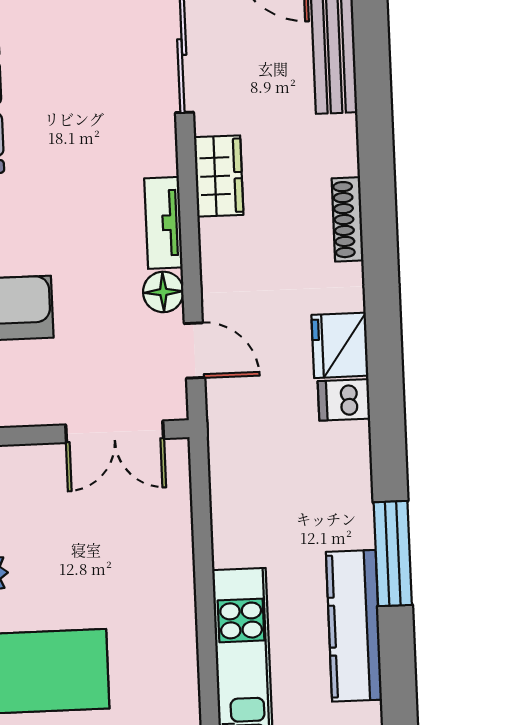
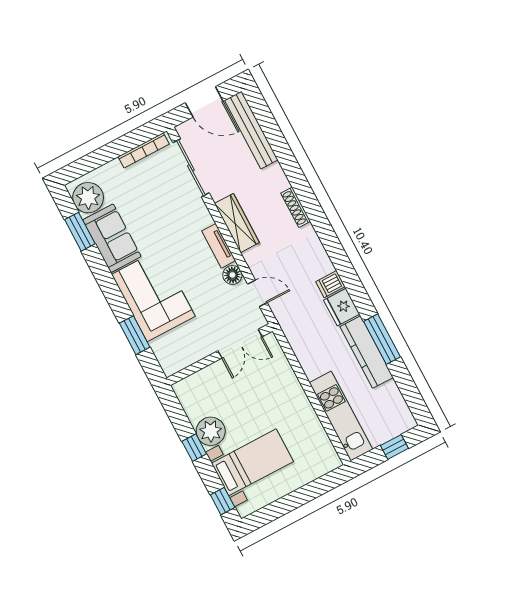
wardrobe: (219, 176) -> (237, 223), width x1.50
fridge: (340, 345) -> (342, 307), moved
kitchen counter: (354, 626) -> (367, 352), moved

